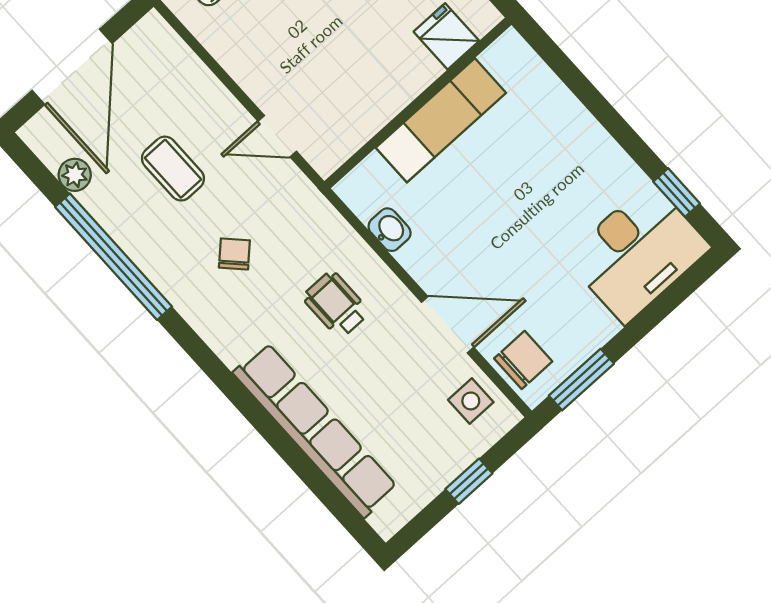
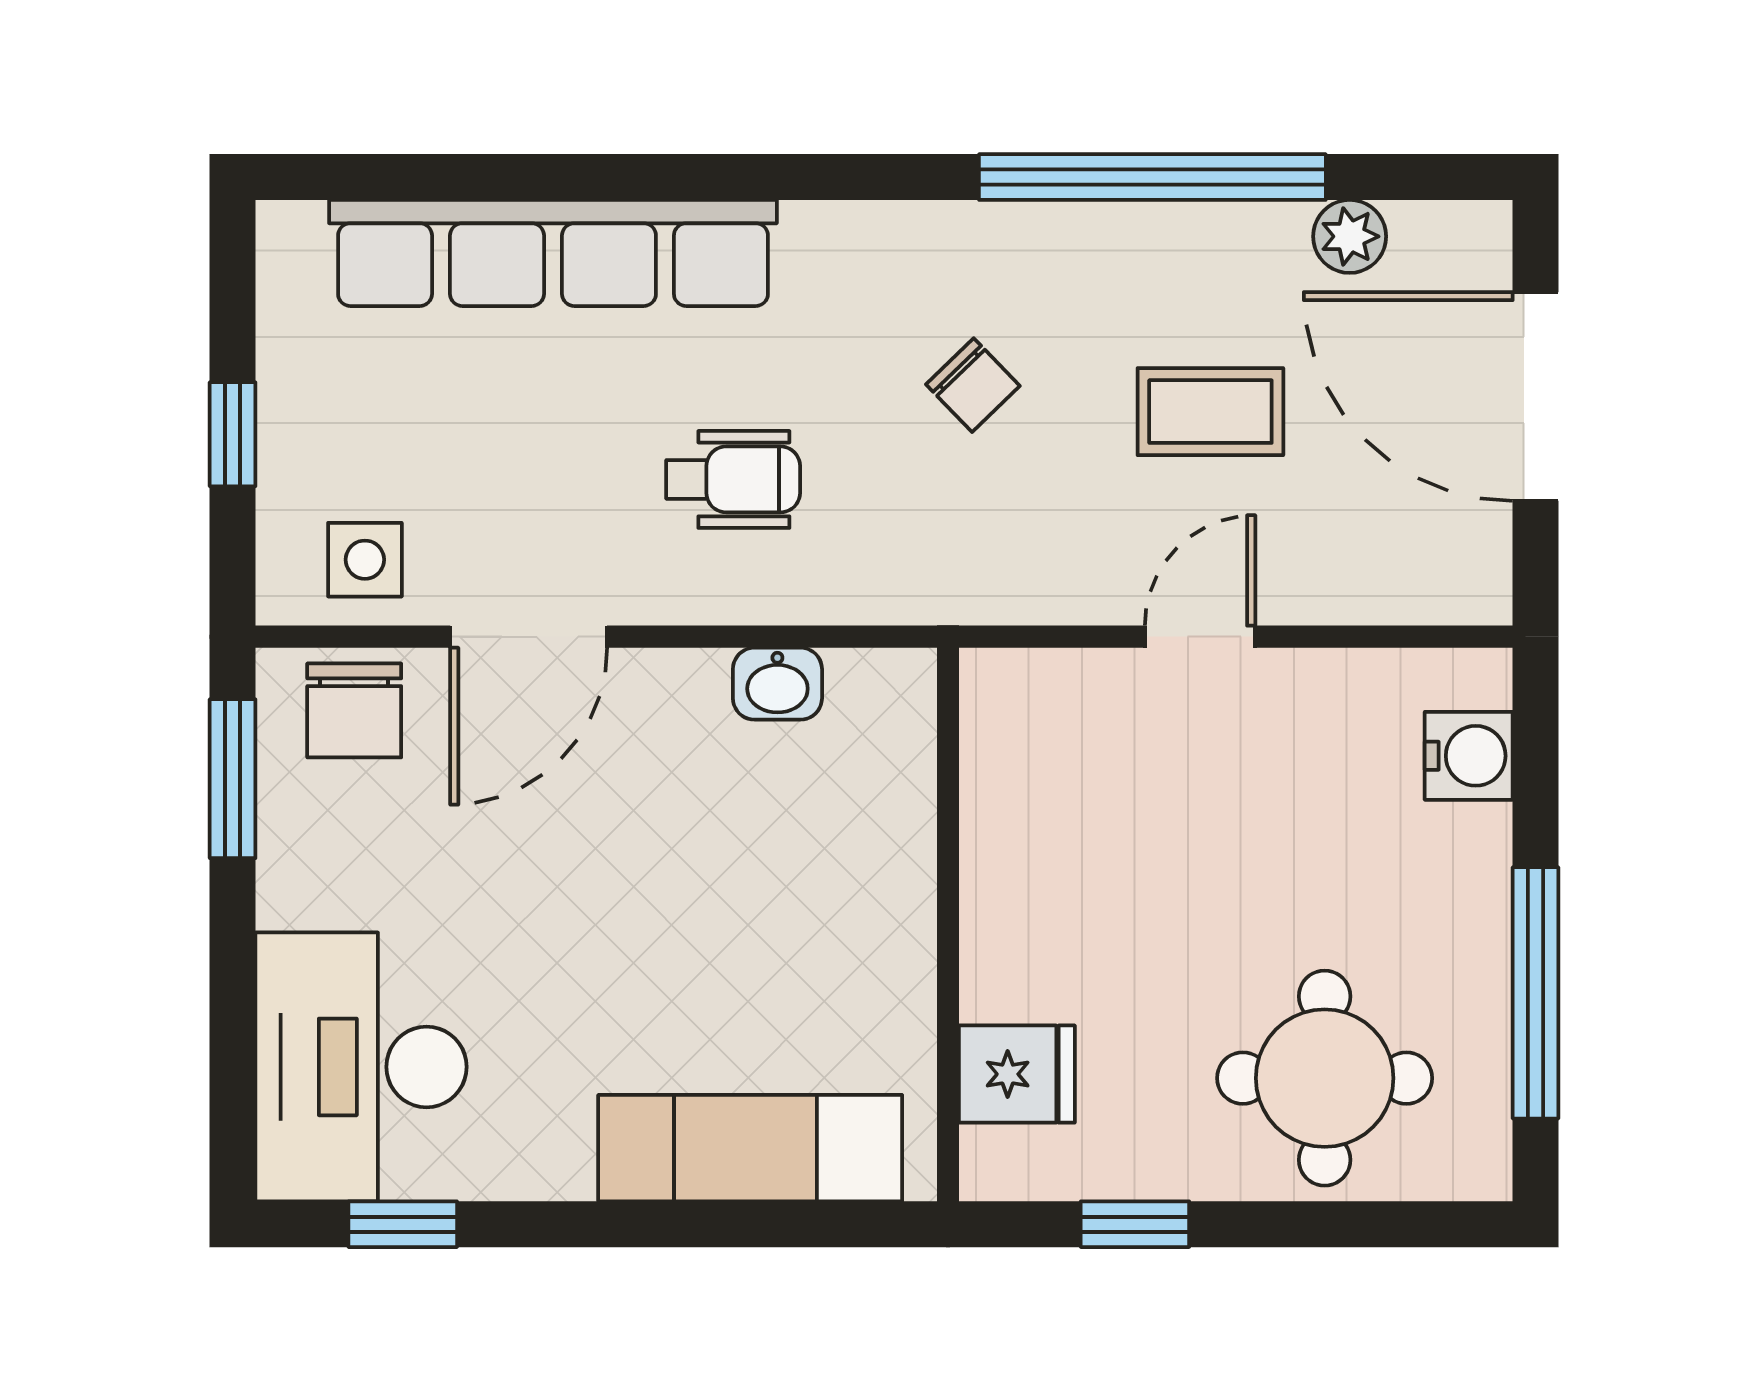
exam couch: (441, 120) -> (750, 1148), moved, turned 90
door: (277, 136) -> (1200, 637), moved

